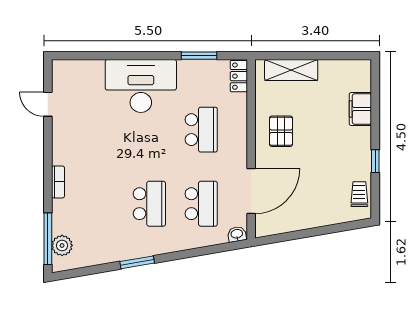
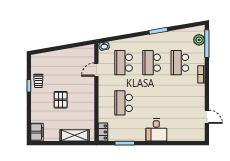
desk: (141, 86) -> (156, 130), width x0.53, depth x0.77
filing cabinet: (360, 109) -> (37, 132), moved
pallet: (281, 131) -> (61, 100), moved
door: (251, 191) -> (96, 70), width x0.53
trolley: (359, 194) -> (38, 81), moved
school desk: (98, 204) -> (180, 63), added

